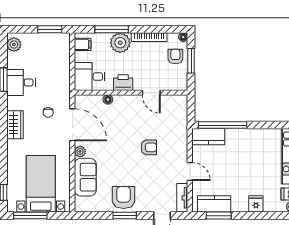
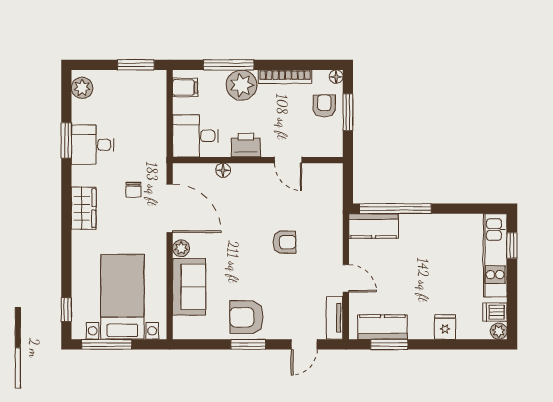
armchair: (124, 197) -> (246, 317), turned -90

